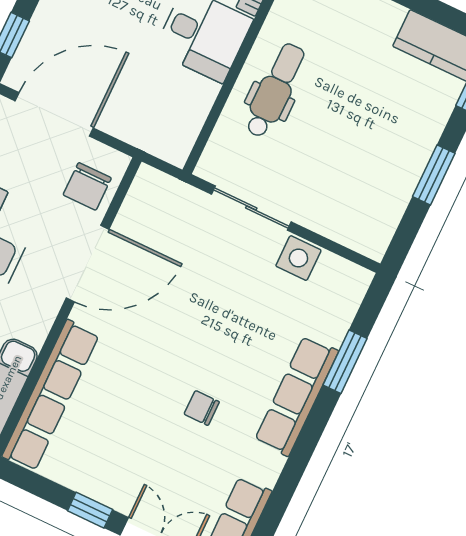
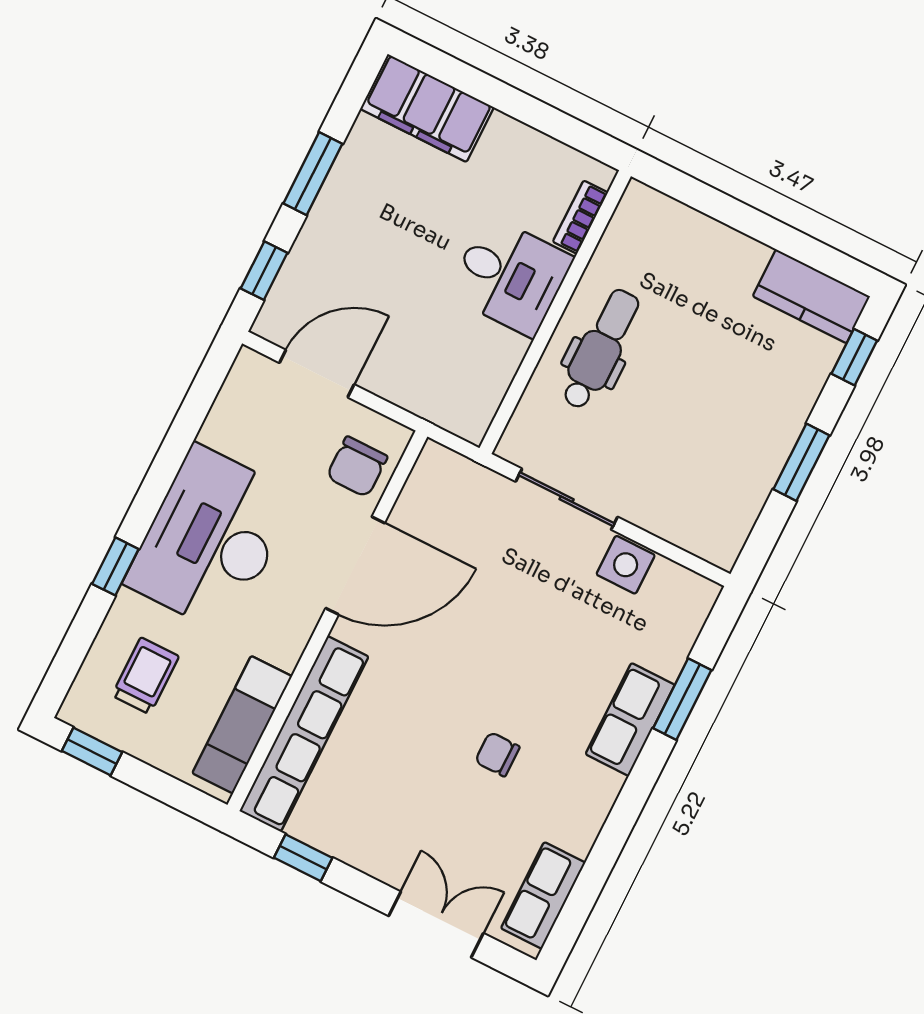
door: (54, 114) -> (317, 374), width x0.73
row of seats: (296, 396) -> (630, 719), width x0.68
window: (90, 510) -> (303, 858), moved

